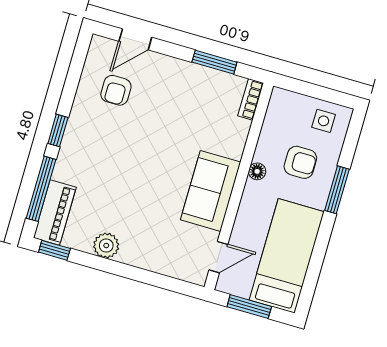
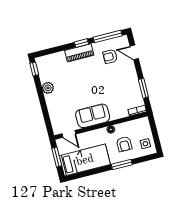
window: (41, 189) -> (108, 36), moved
piano: (55, 212) -> (79, 53), moved

